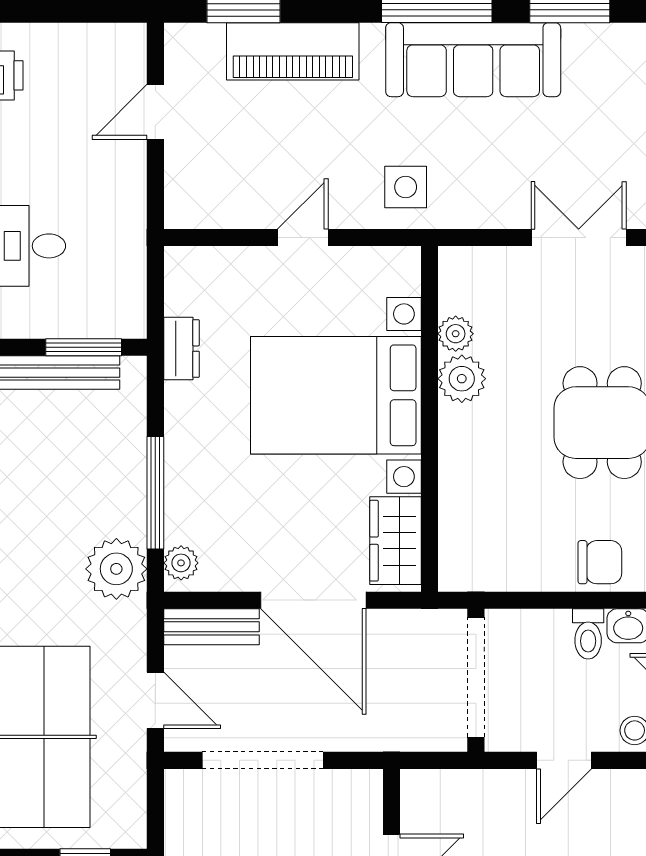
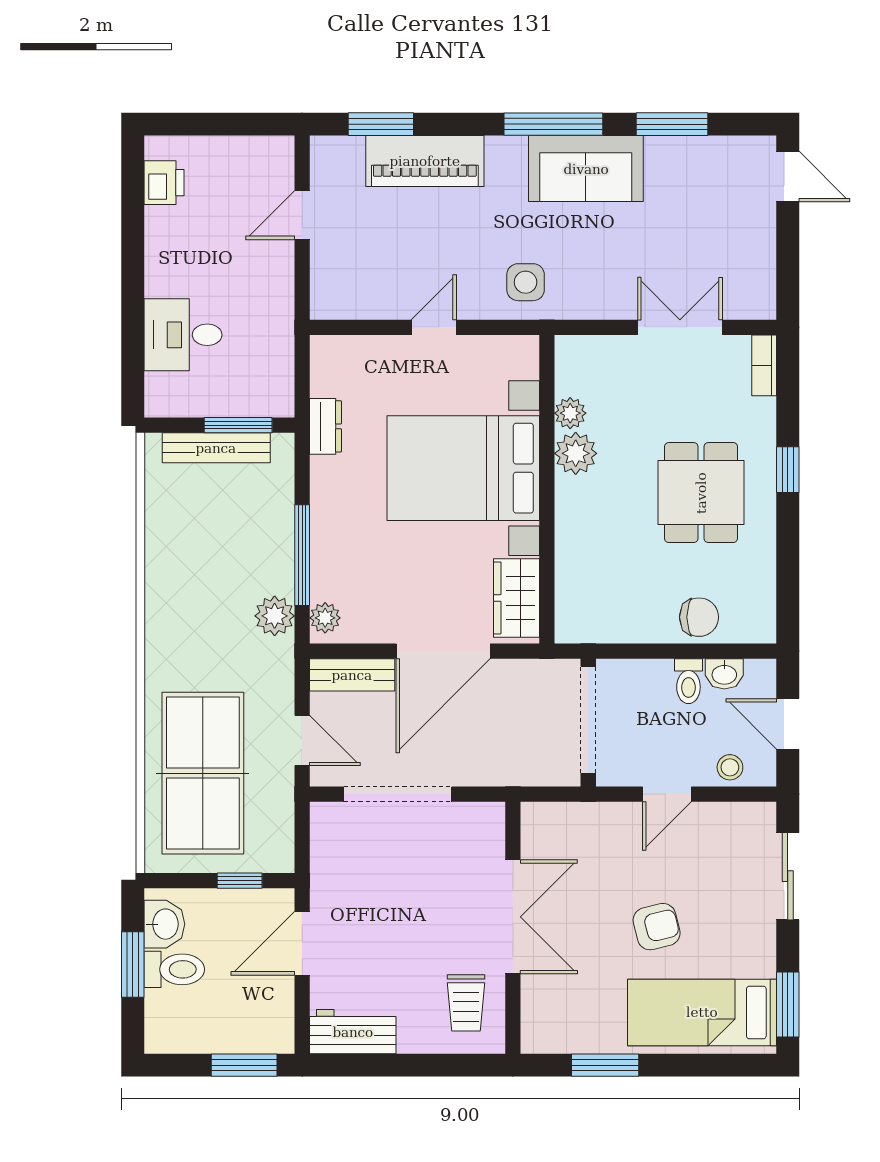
sofa: (473, 60) -> (586, 169), width x0.73
plant: (116, 569) -> (275, 616), width x0.73, depth x0.73
door: (313, 600) -> (443, 651), hinge flipped

